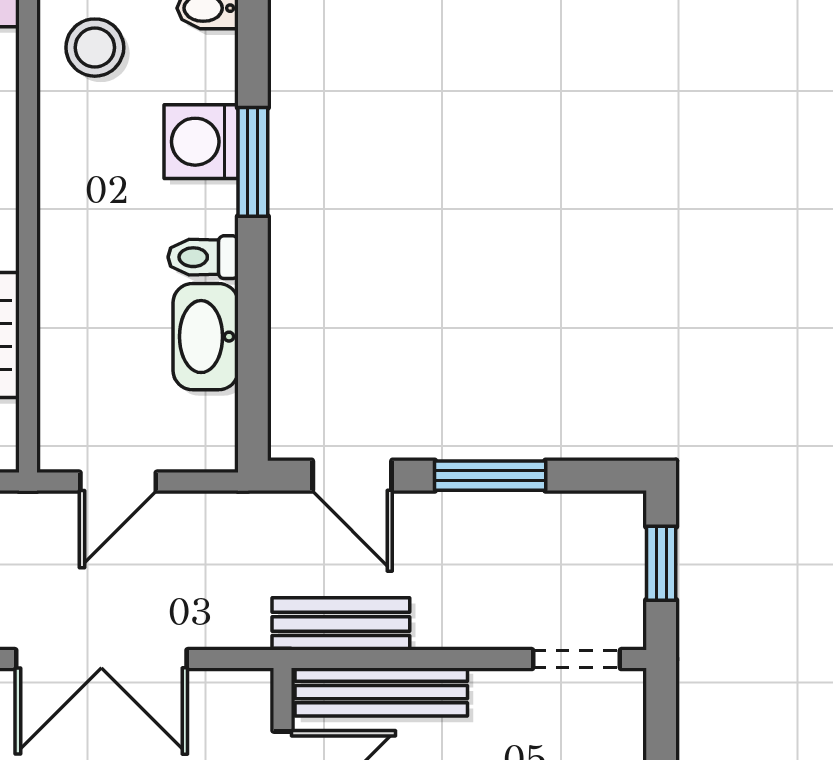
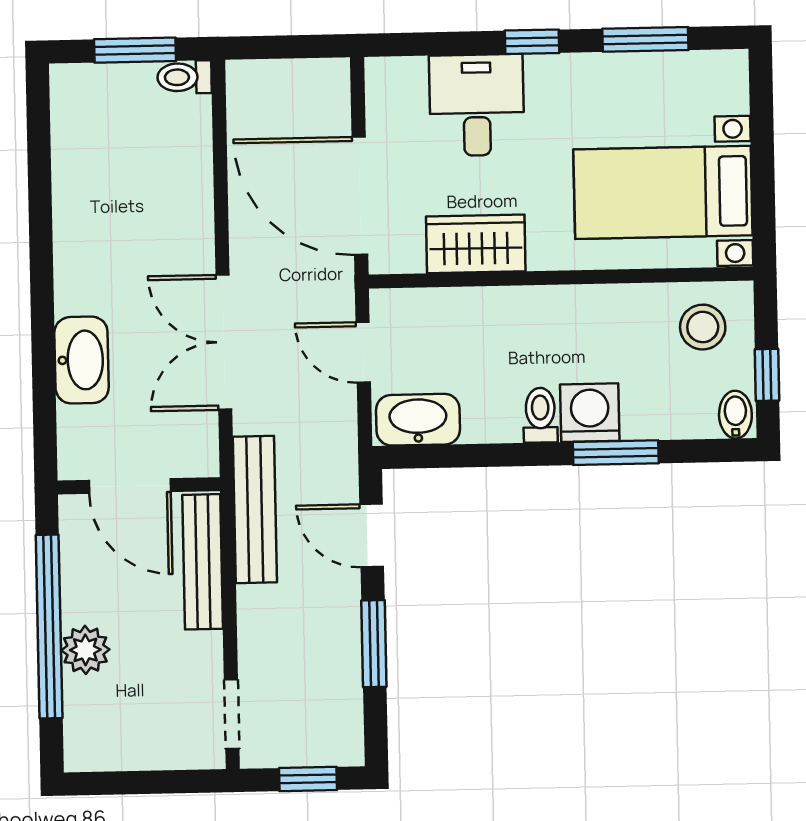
washing machine: (201, 142) -> (590, 413), moved
washbasin: (206, 337) -> (418, 420), moved
door: (352, 476) -> (372, 536), hinge flipped
bench: (341, 624) -> (255, 510), width x1.36

